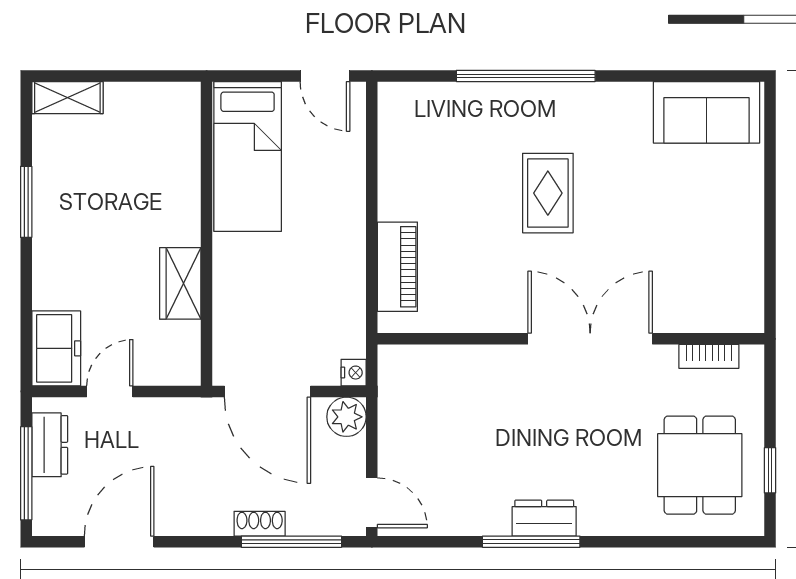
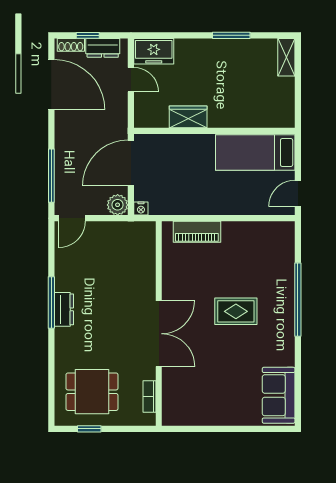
window: (26, 473) -> (88, 35), width x0.46
shoe rack: (260, 524) -> (71, 45), moved, turned 90
door: (119, 542) -> (51, 85), width x1.36

